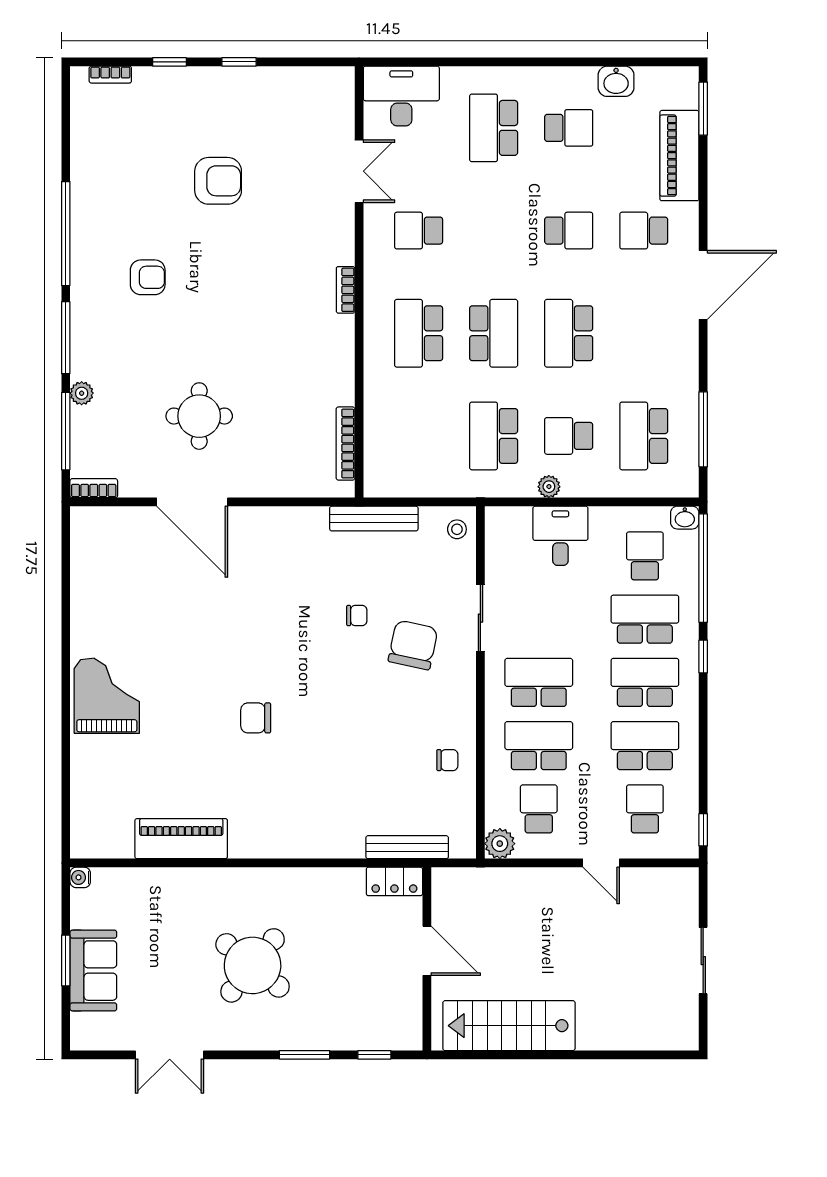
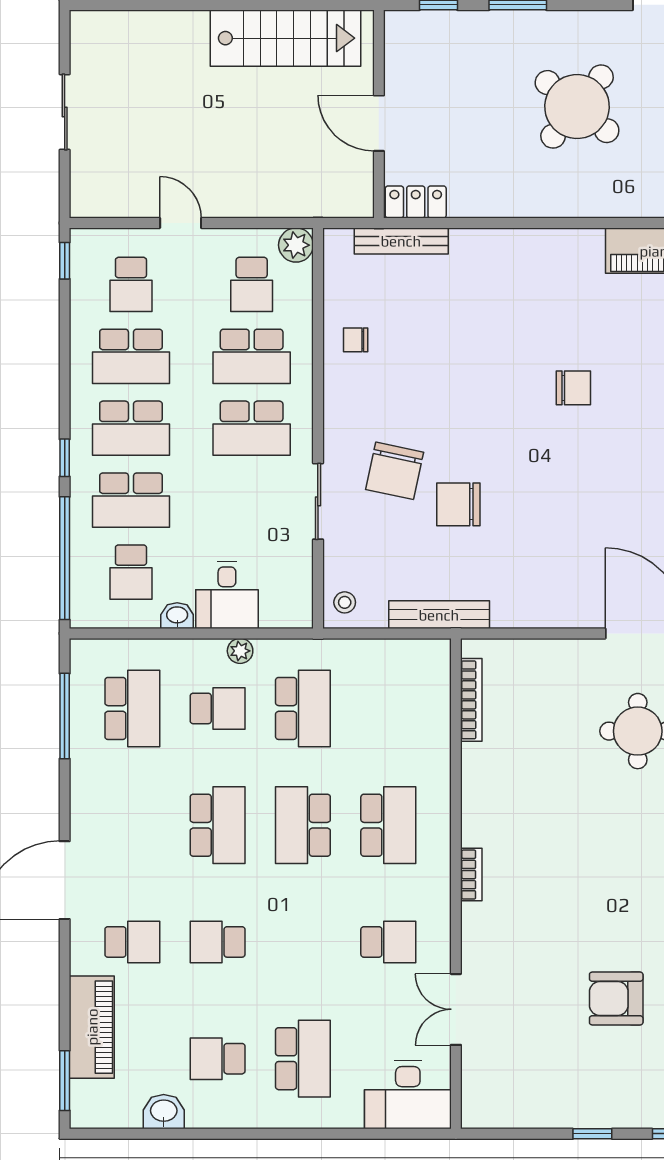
washbasin: (685, 518) -> (177, 616), moved
chair: (357, 616) -> (458, 504), width x1.87, depth x1.87

